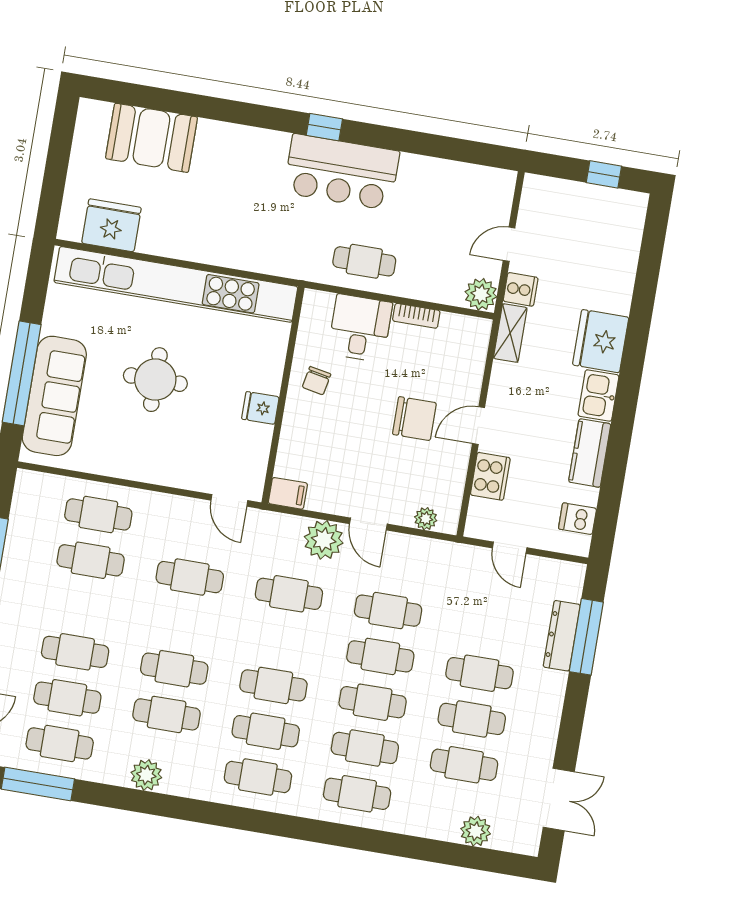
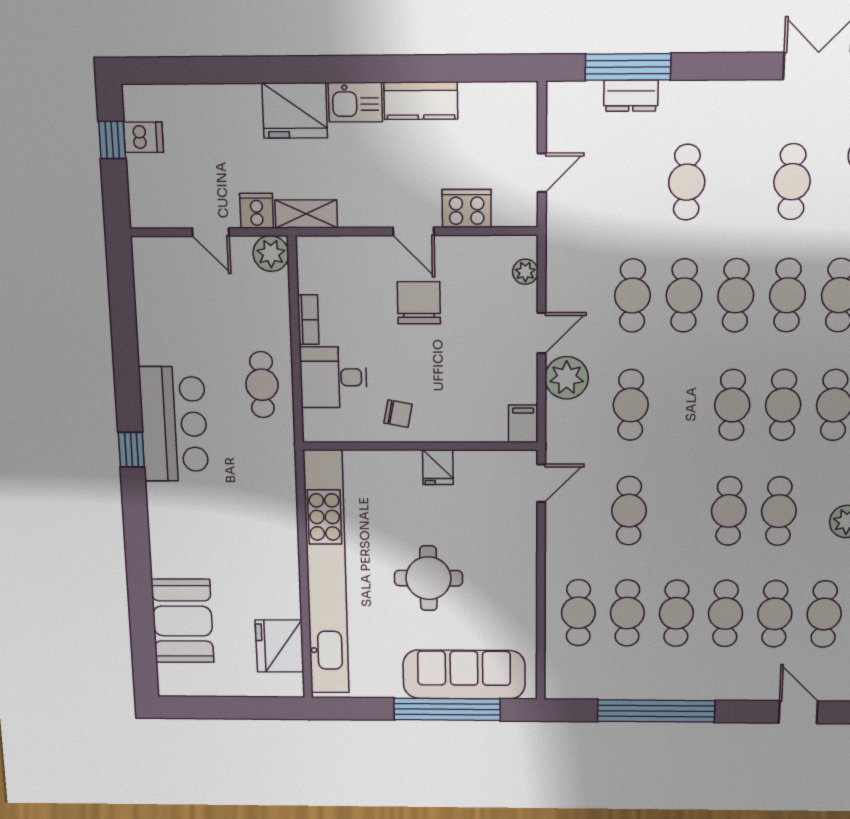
dishwasher: (577, 519) -> (143, 137), moved, turned -90
dresser: (562, 636) -> (631, 96), width x0.70
cafe table: (472, 719) -> (676, 613), moved

